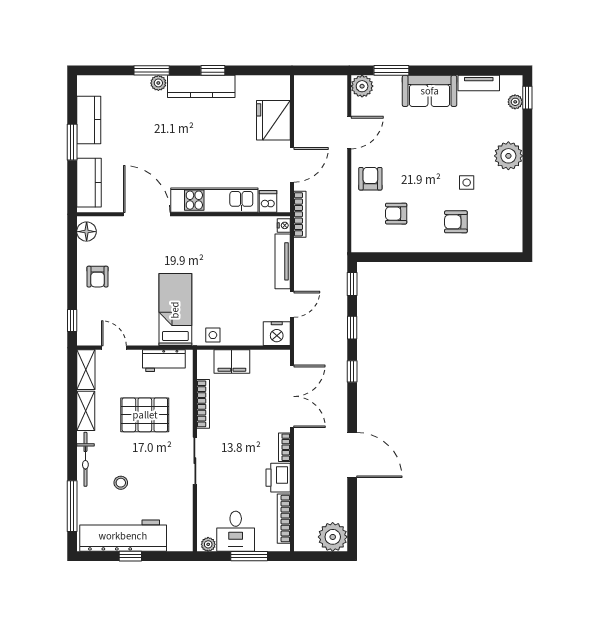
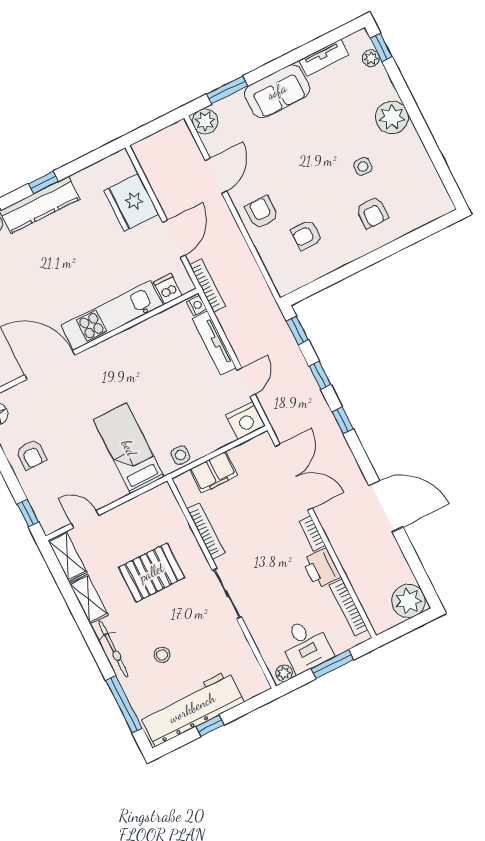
armchair: (456, 222) -> (372, 213), turned -90
workbench: (164, 361) -> (143, 507), removed

